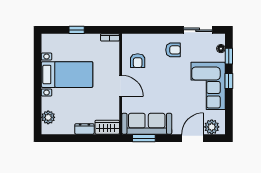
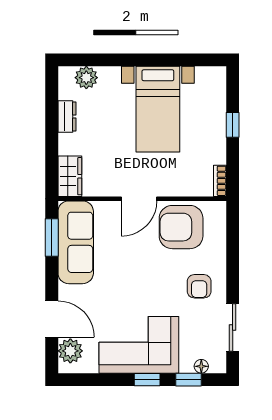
armchair: (138, 61) -> (181, 227), width x1.88, depth x1.88
dresser: (84, 129) -> (67, 117), moved

